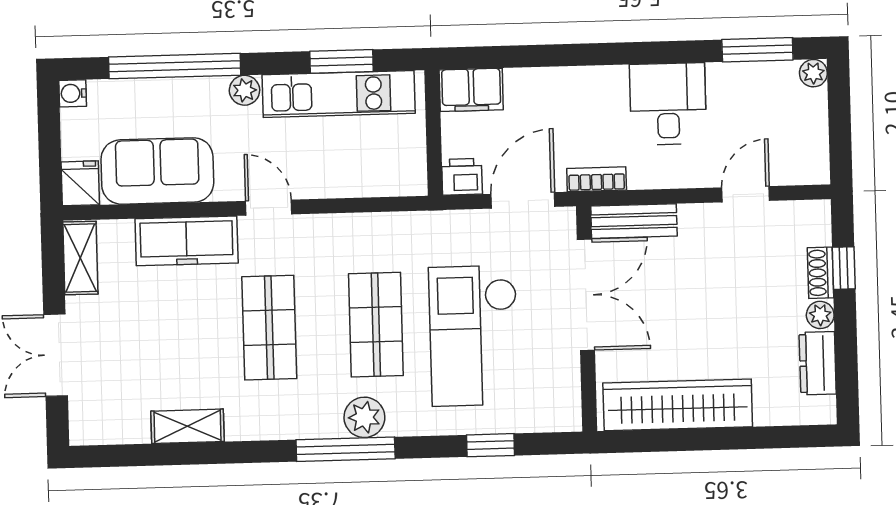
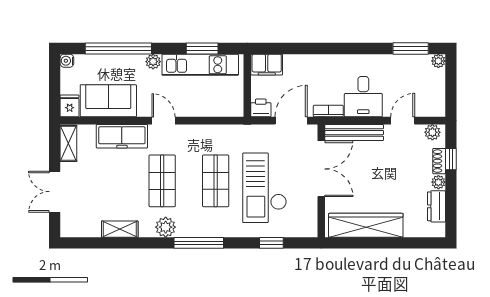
desk: (668, 104) -> (363, 97), moved, turned 180
plant: (806, 216) -> (432, 132), added
bench: (634, 221) -> (354, 133), width x1.36
plant: (364, 417) -> (166, 227), moved

